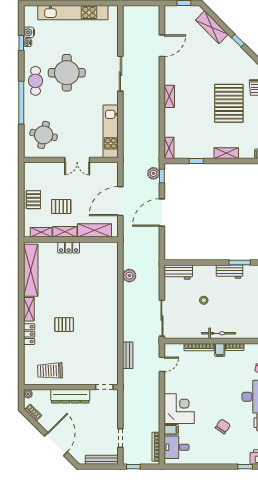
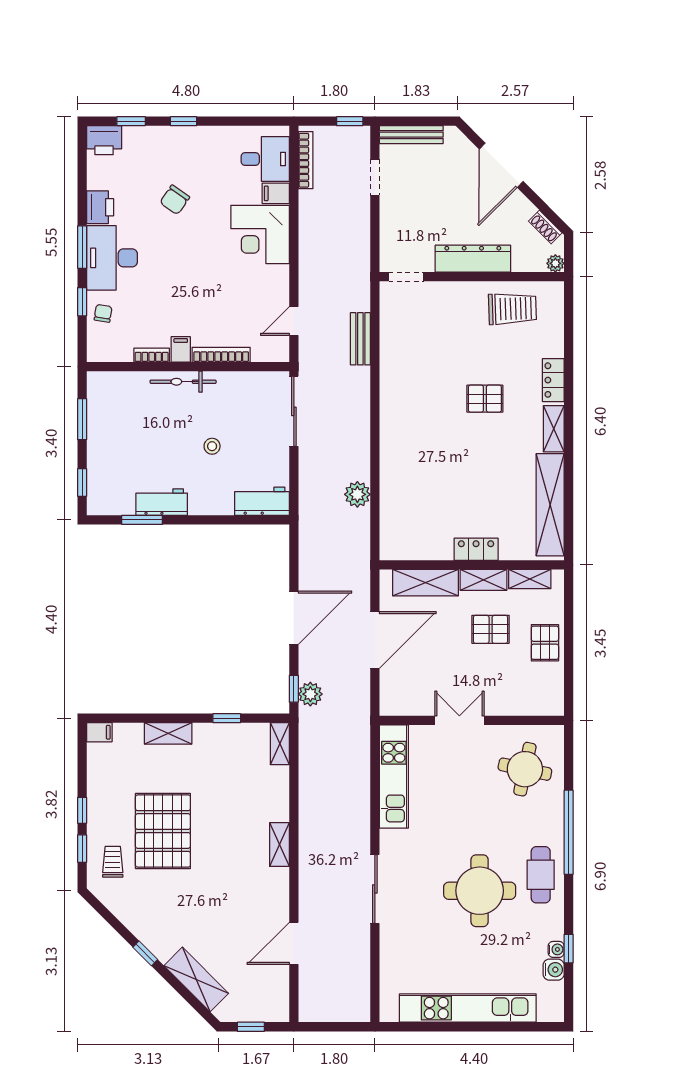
window: (218, 467) -> (184, 121), added

